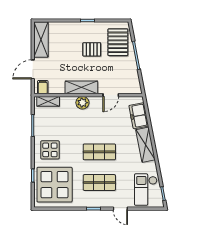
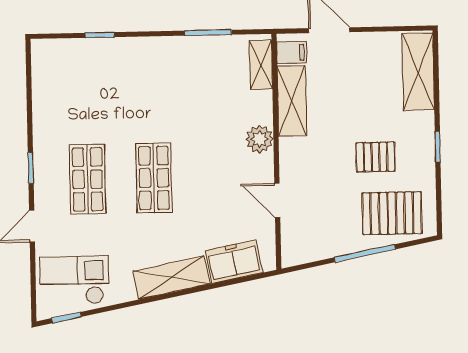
shelving: (41, 40) -> (418, 72), moved, turned 90
pallet: (92, 49) -> (375, 157), turned 90
shelving: (81, 87) -> (292, 101), moved
display table: (50, 150) -> (156, 71), removed
display table: (55, 185) -> (81, 82), removed

